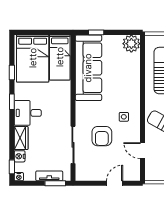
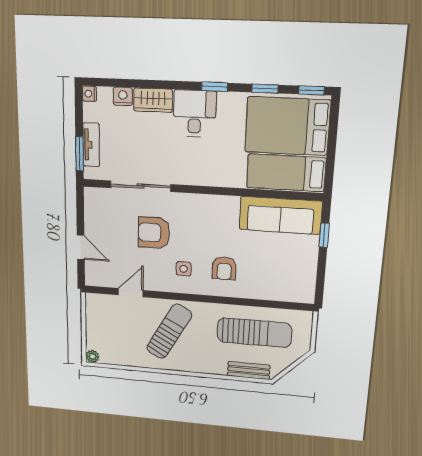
plant: (131, 44) -> (301, 289), removed
sofa: (88, 68) -> (280, 215), width x0.74, depth x0.79
armchair: (121, 91) -> (224, 268), added
window: (12, 167) -> (311, 90), moved

